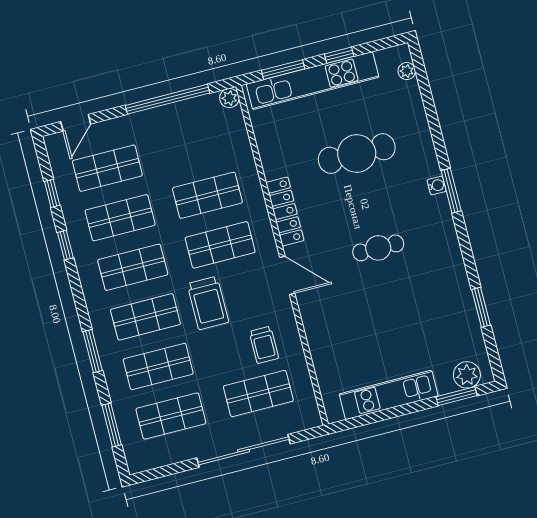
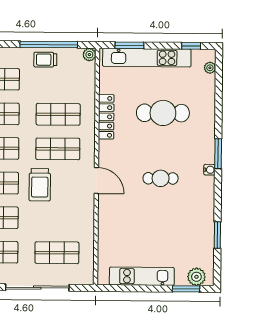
window: (339, 55) -> (191, 46), moved
water cooler: (437, 185) -> (209, 170), moved
locker: (285, 211) -> (106, 117), moved
trolley: (264, 345) -> (45, 60), moved, turned 90

